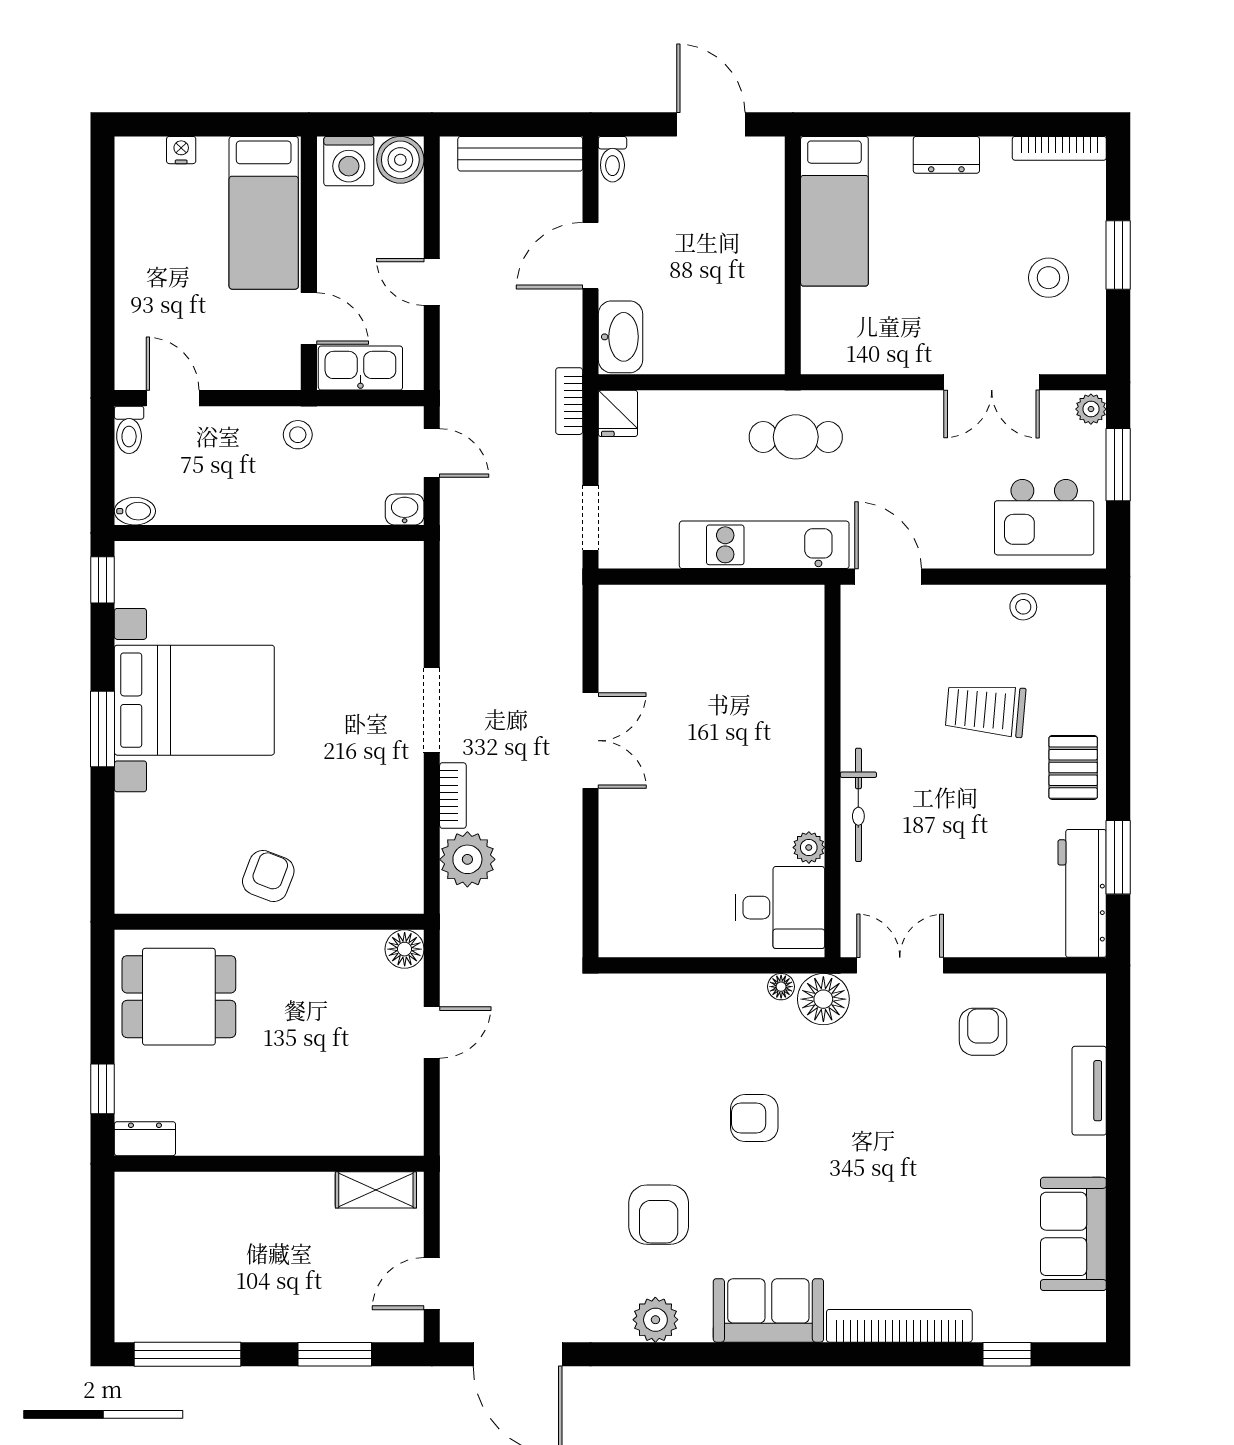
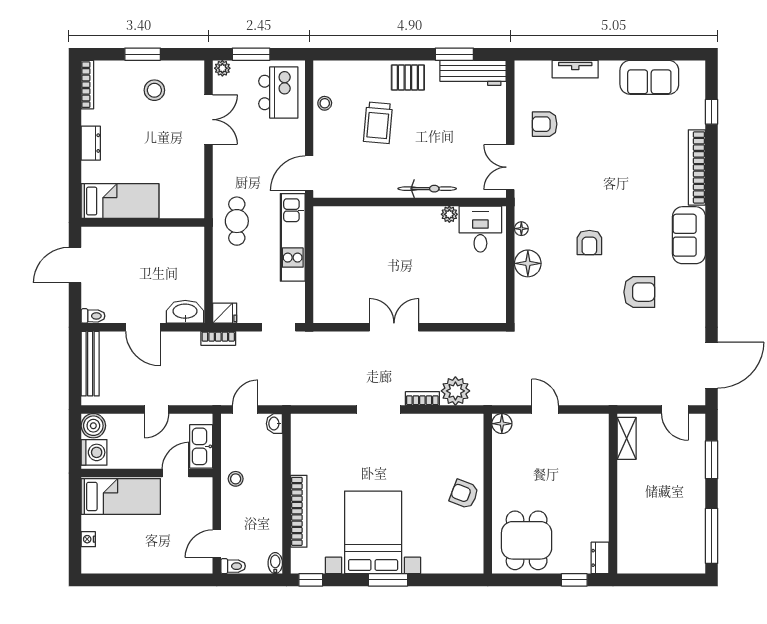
bookcase: (235, 557) -> (299, 511), added
floor lamp: (823, 999) -> (528, 263), moved
plant: (655, 1320) -> (694, 294), removed

